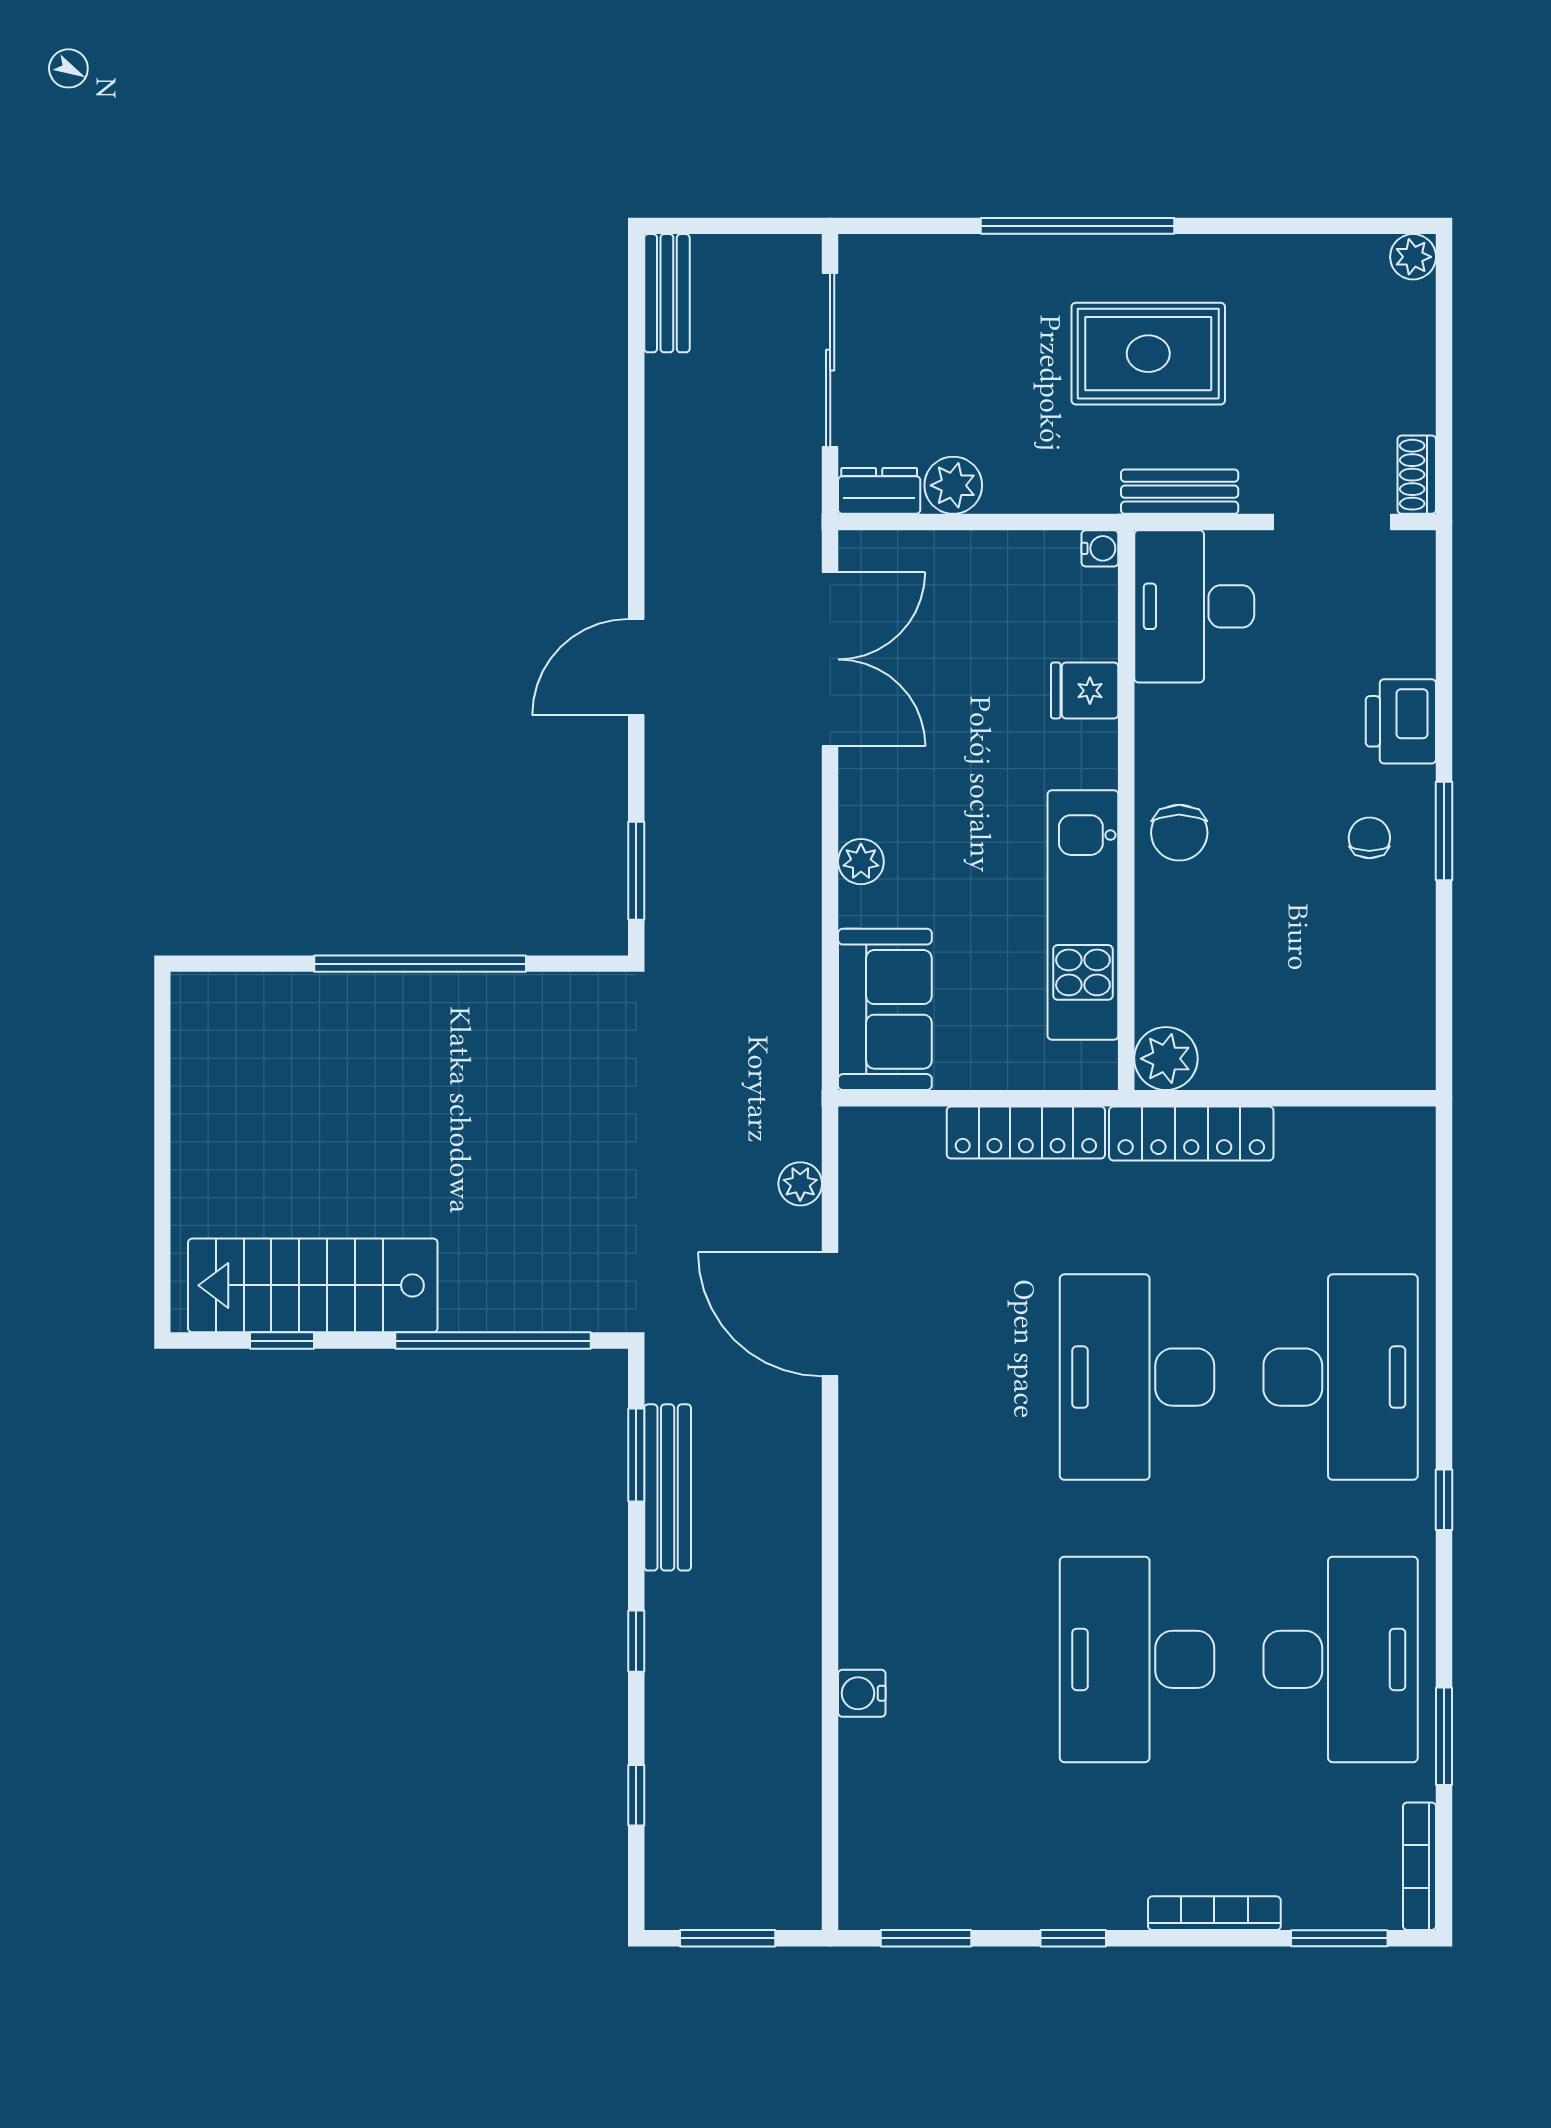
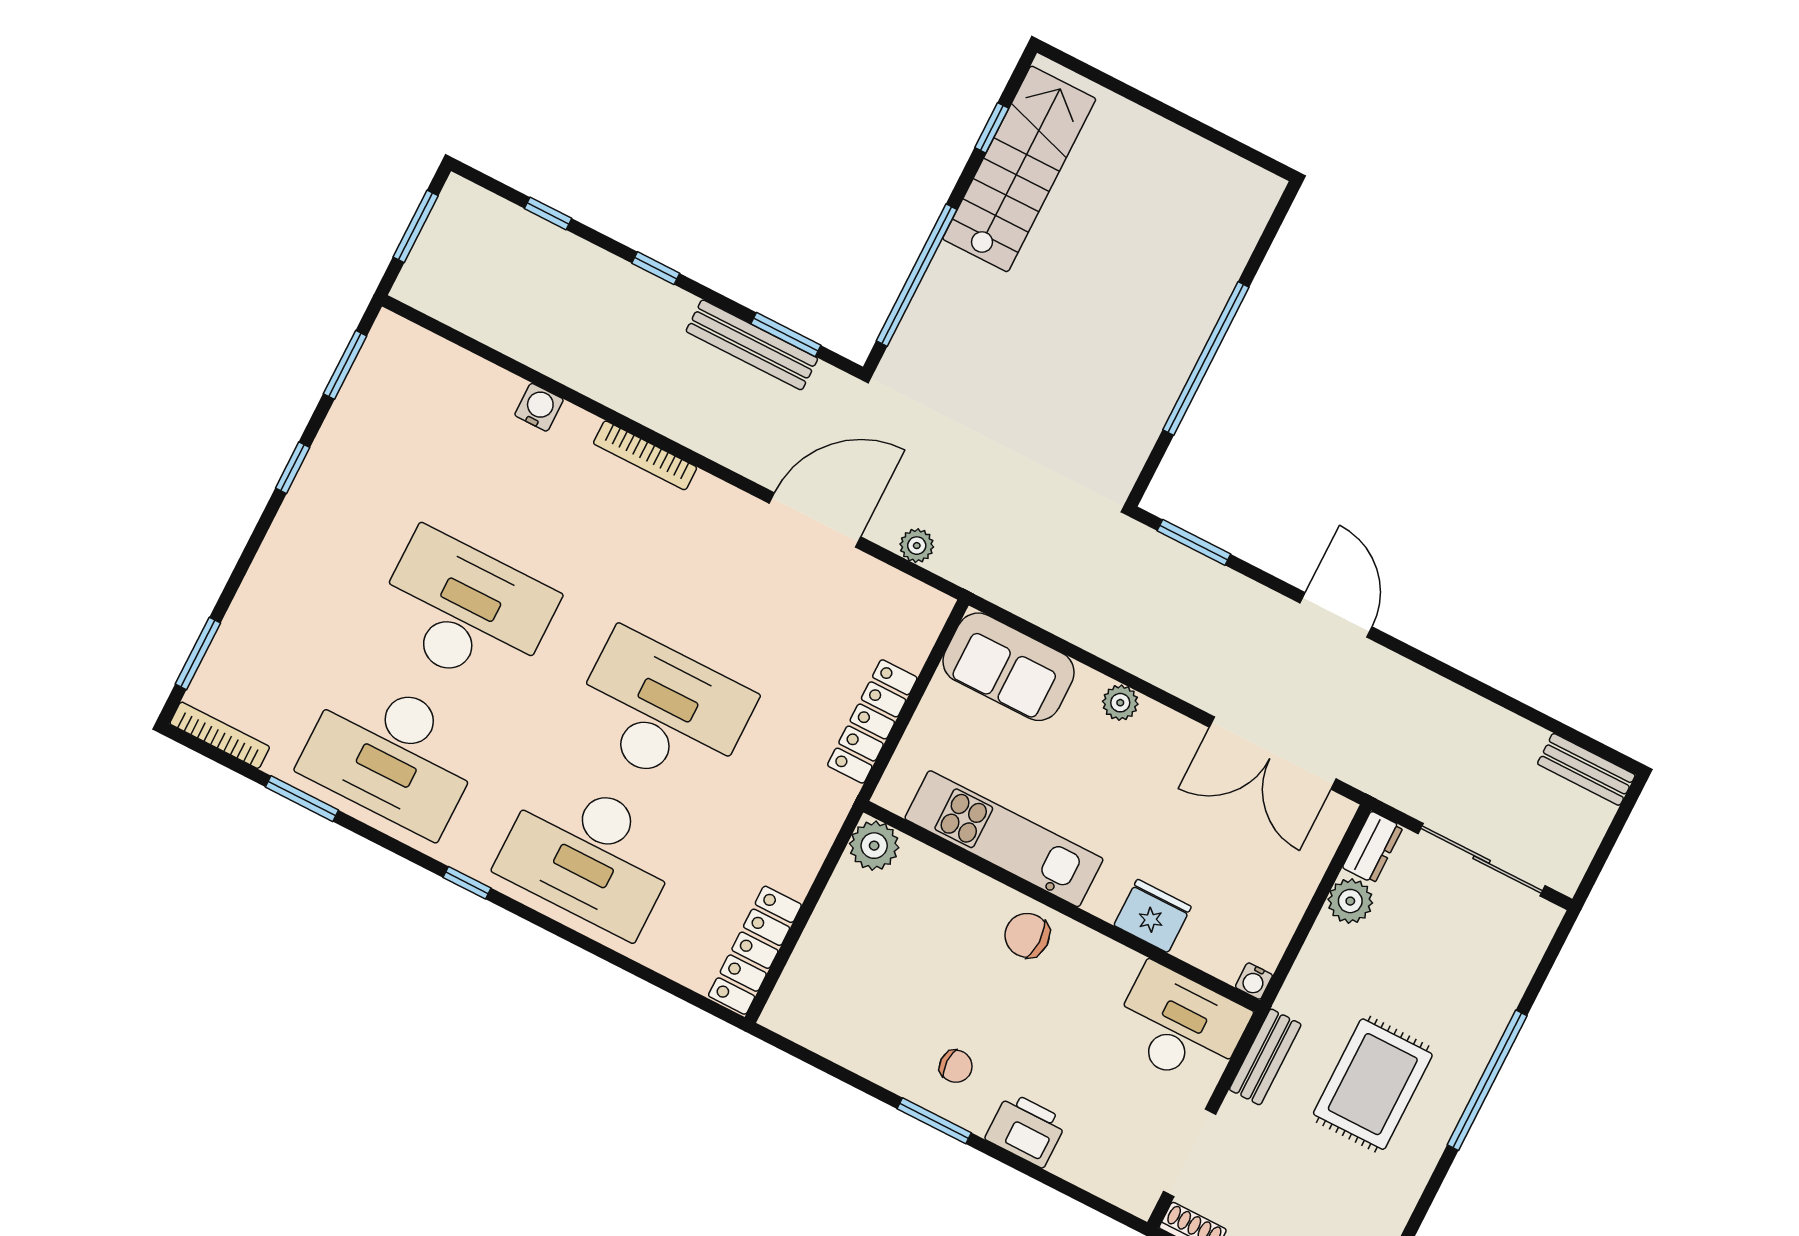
fridge: (1085, 691) -> (1153, 916), width x1.38
locker: (1191, 1133) -> (755, 950), moved
bookcase: (1214, 1913) -> (645, 455), moved, turned 90

